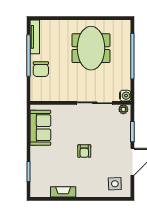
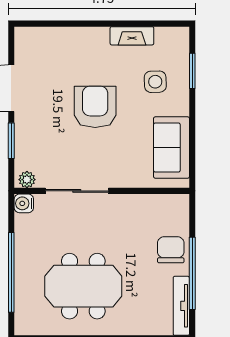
meeting table: (91, 48) -> (83, 286), turned 90
armchair: (84, 151) -> (95, 107), width x1.88, depth x1.88
side table: (115, 184) -> (155, 82), moved

